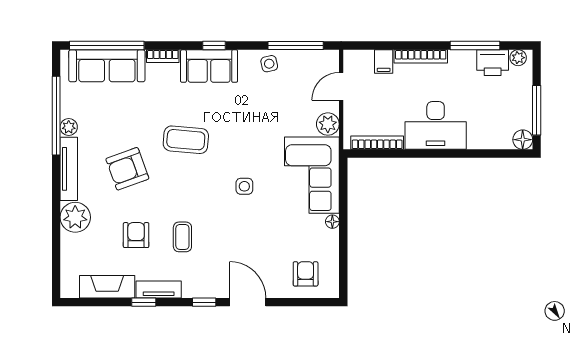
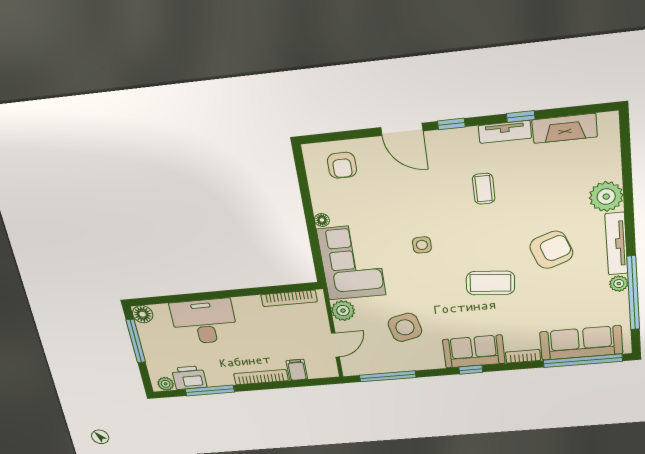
side table: (269, 64) -> (405, 327), moved, width x1.87, depth x1.87
desk: (436, 125) -> (204, 321), moved
armchair: (136, 235) -> (536, 185), removed

